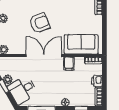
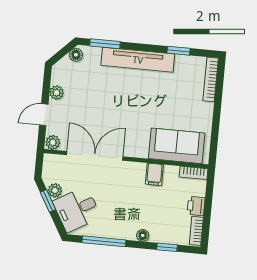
armchair: (39, 23) -> (114, 106), removed
double door: (44, 55) -> (95, 156), moved

